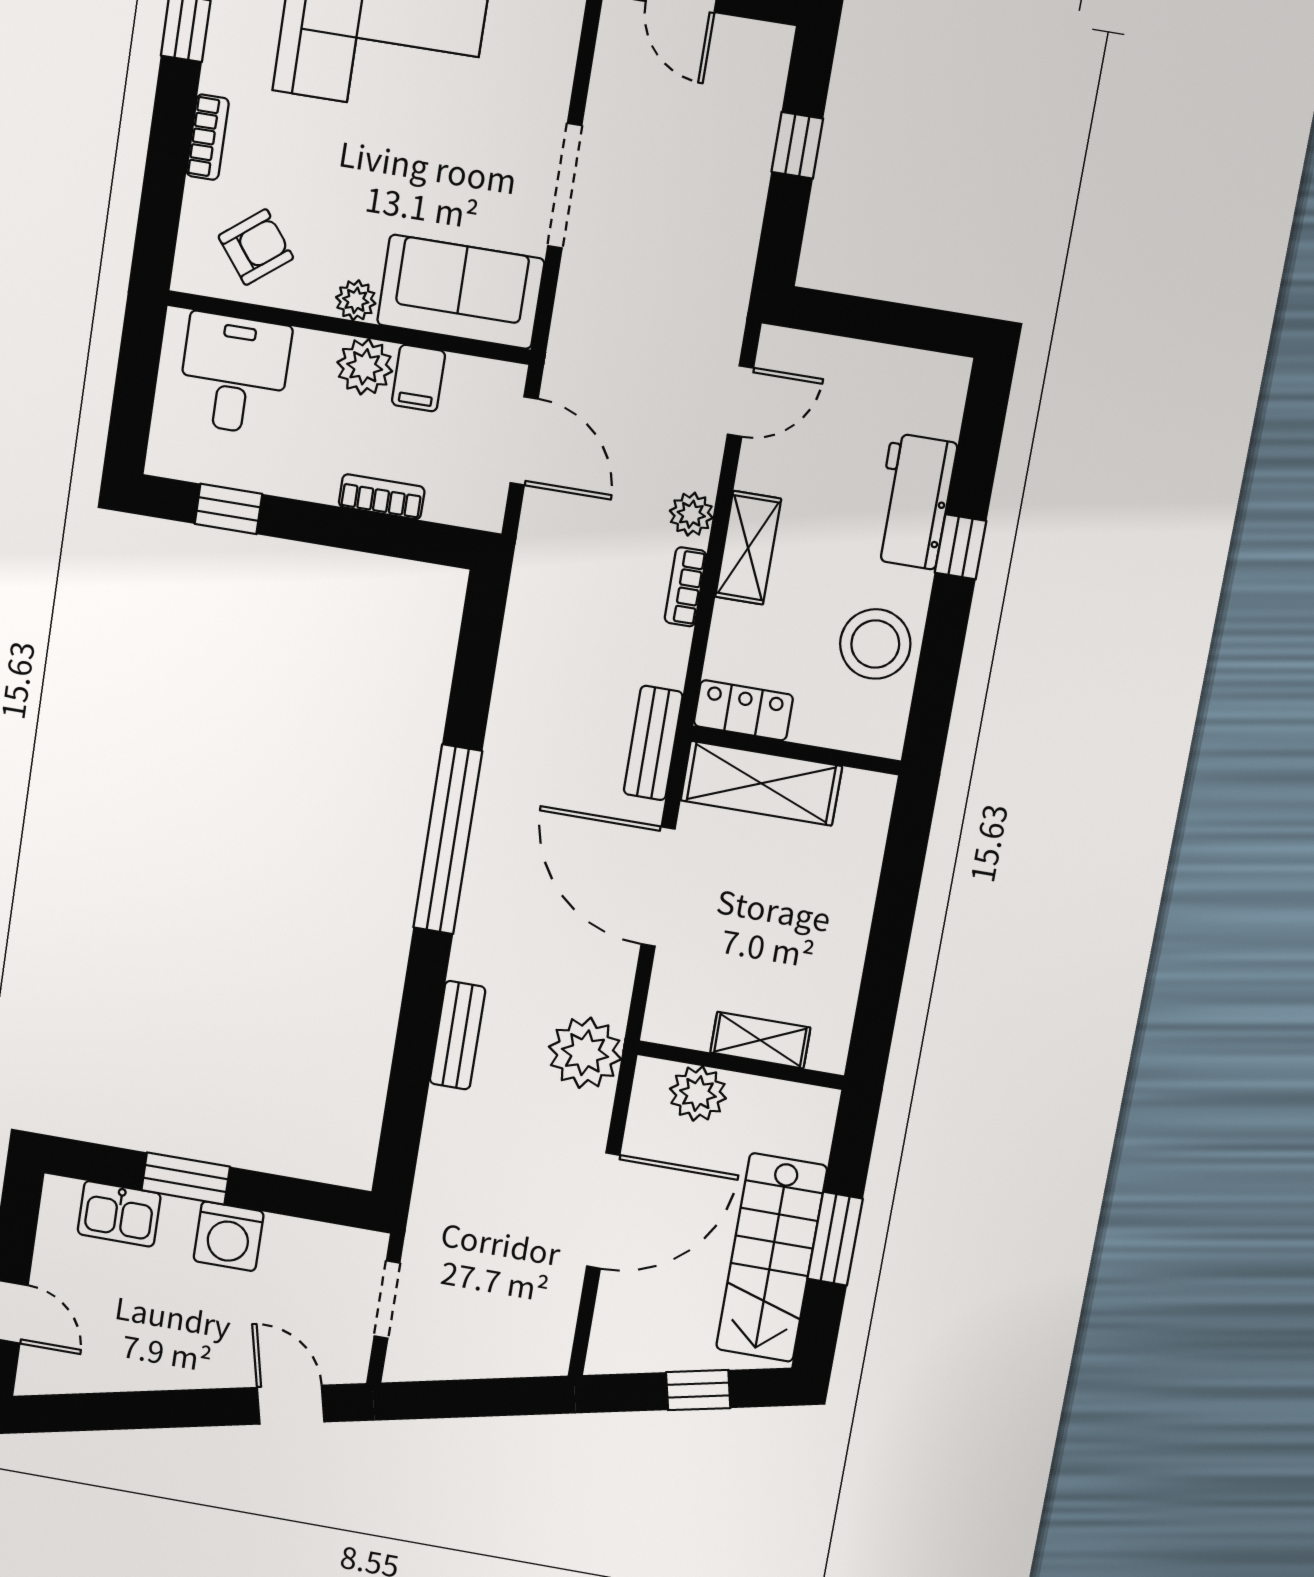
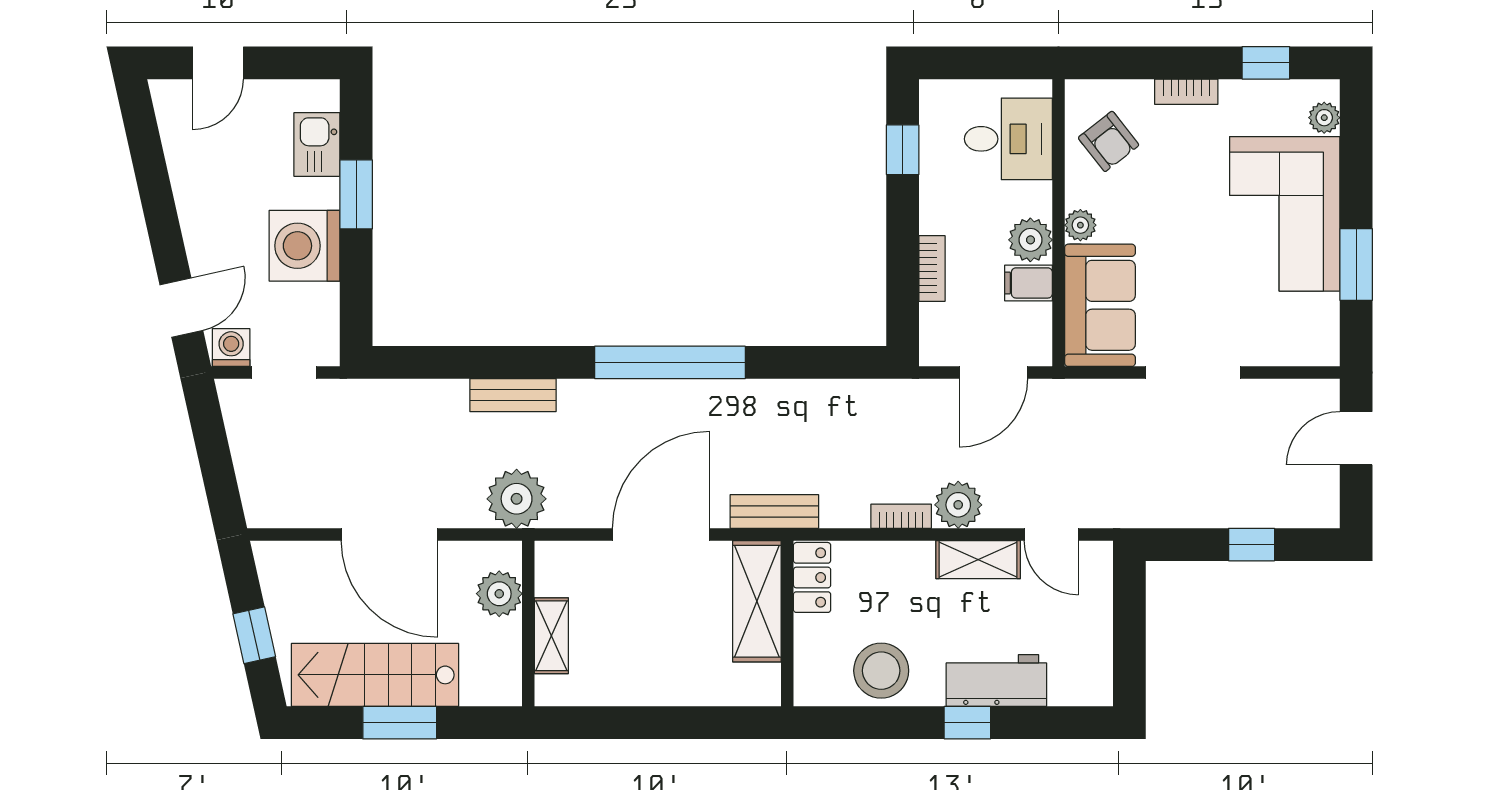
plant: (691, 514) -> (958, 505), width x1.38, depth x1.38
shelving: (748, 548) -> (978, 560), moved
washing machine: (229, 1236) -> (305, 246), width x1.37, depth x1.37
washing machine: (347, 1356) -> (231, 348), added

